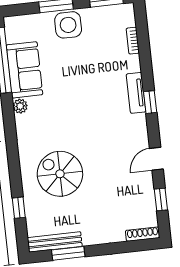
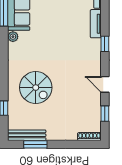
tv unit: (136, 93) -> (96, 24), moved
door: (156, 159) -> (105, 84), hinge flipped
spiral stairs: (60, 174) -> (36, 88), turned 180

